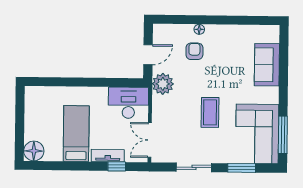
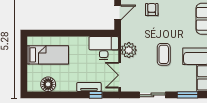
plant: (163, 84) -> (129, 50), moved
bed: (76, 134) -> (48, 55), moved, turned 90
floor lamp: (34, 151) -> (48, 84), moved

